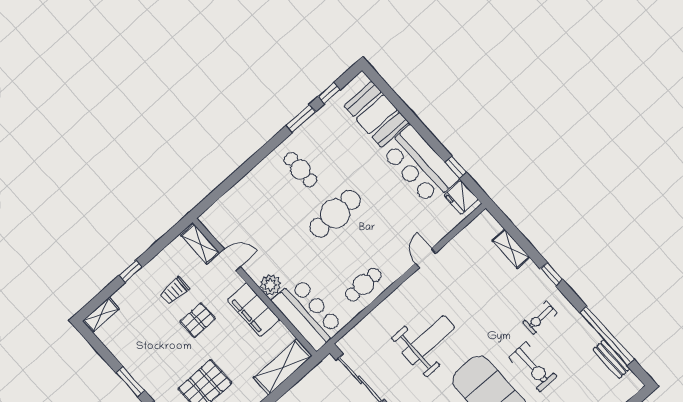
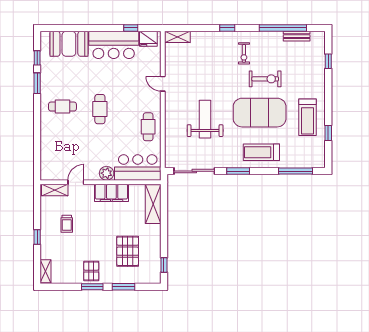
cafe table: (335, 214) -> (100, 109), width x0.73, depth x0.74
shelving: (511, 249) -> (177, 37), moved
pallet: (198, 320) -> (91, 271), moved

